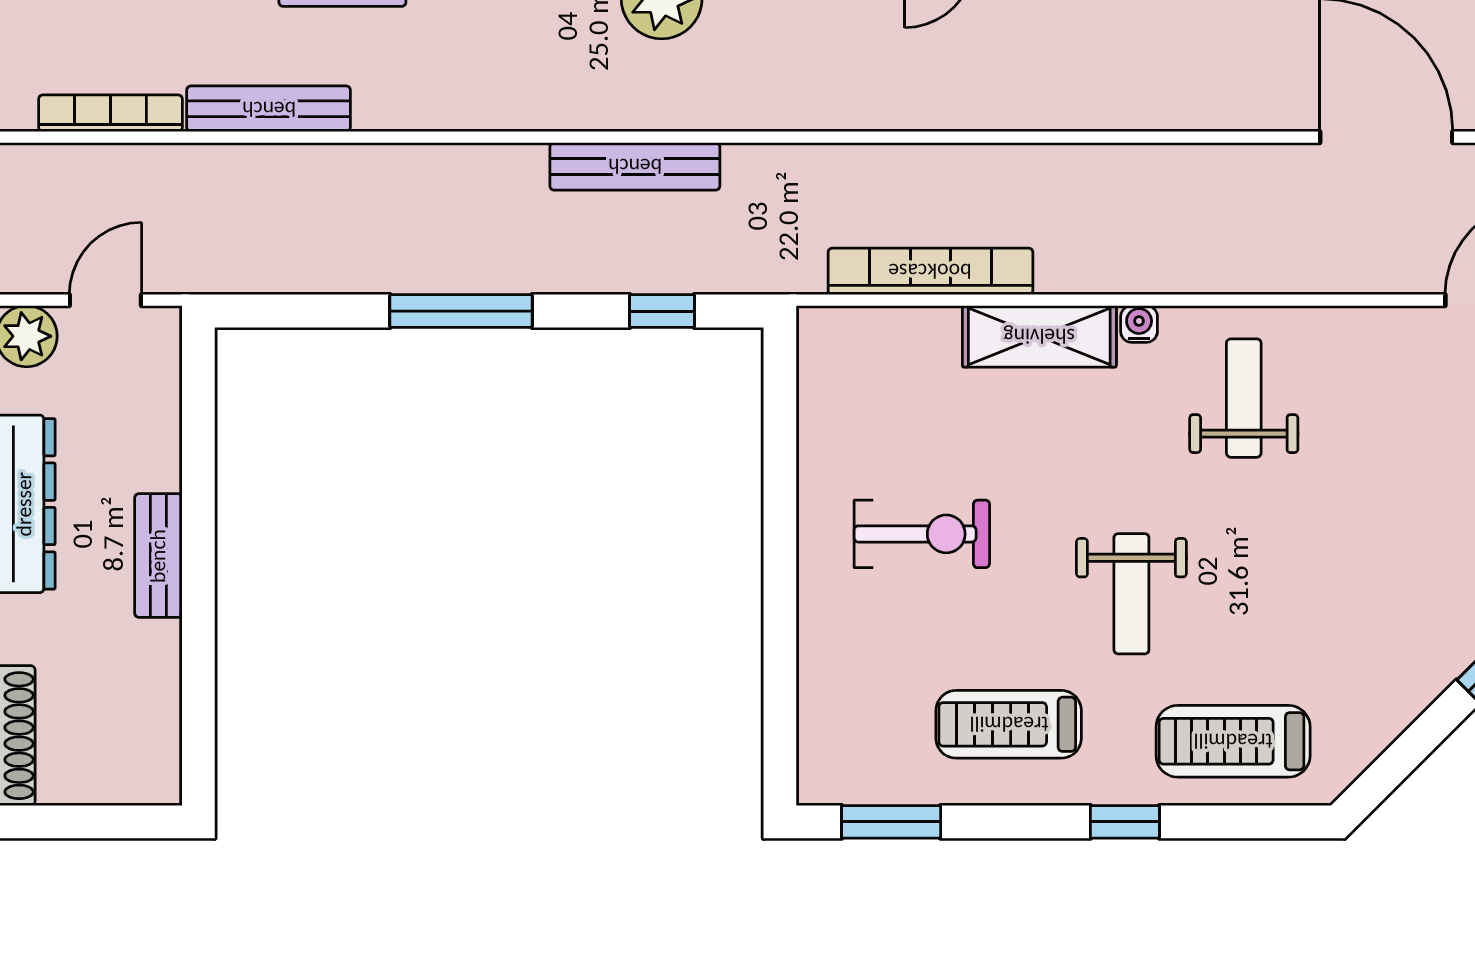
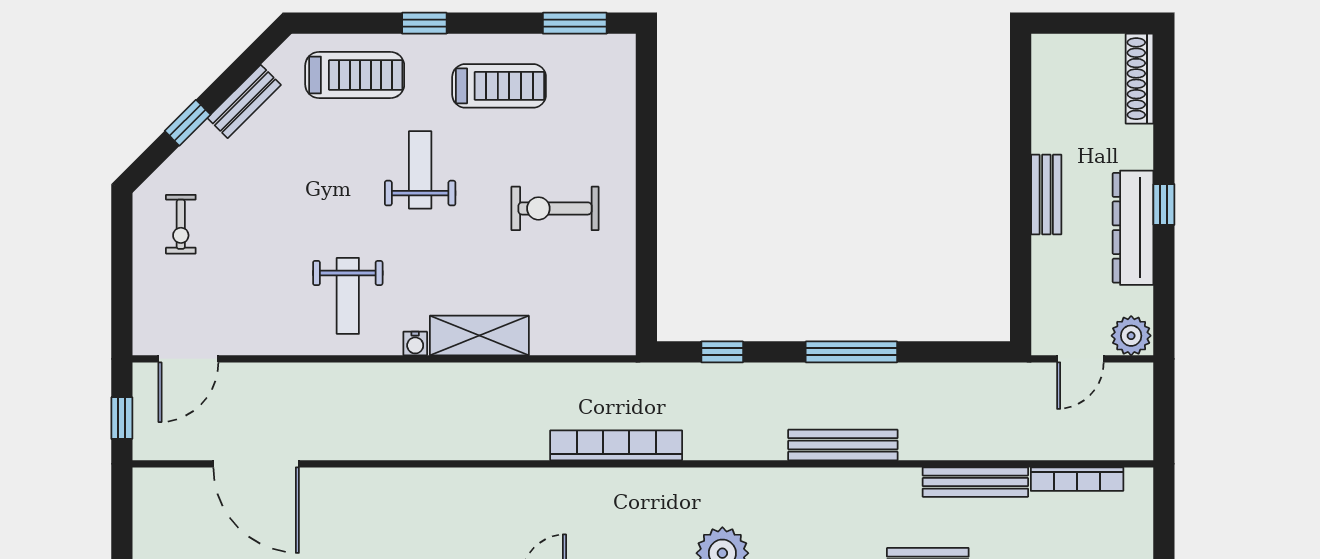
bench: (635, 166) -> (843, 445), moved
bookcase: (930, 271) -> (616, 445), moved, turned 180
bench: (1405, 700) -> (244, 101), added

